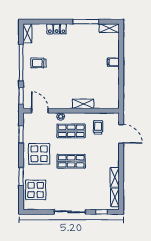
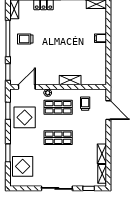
door: (40, 111) -> (27, 87), hinge flipped
display table: (39, 154) -> (25, 117), moved

